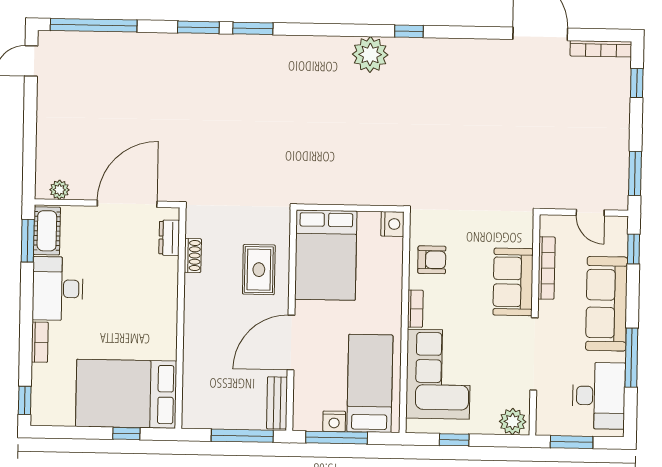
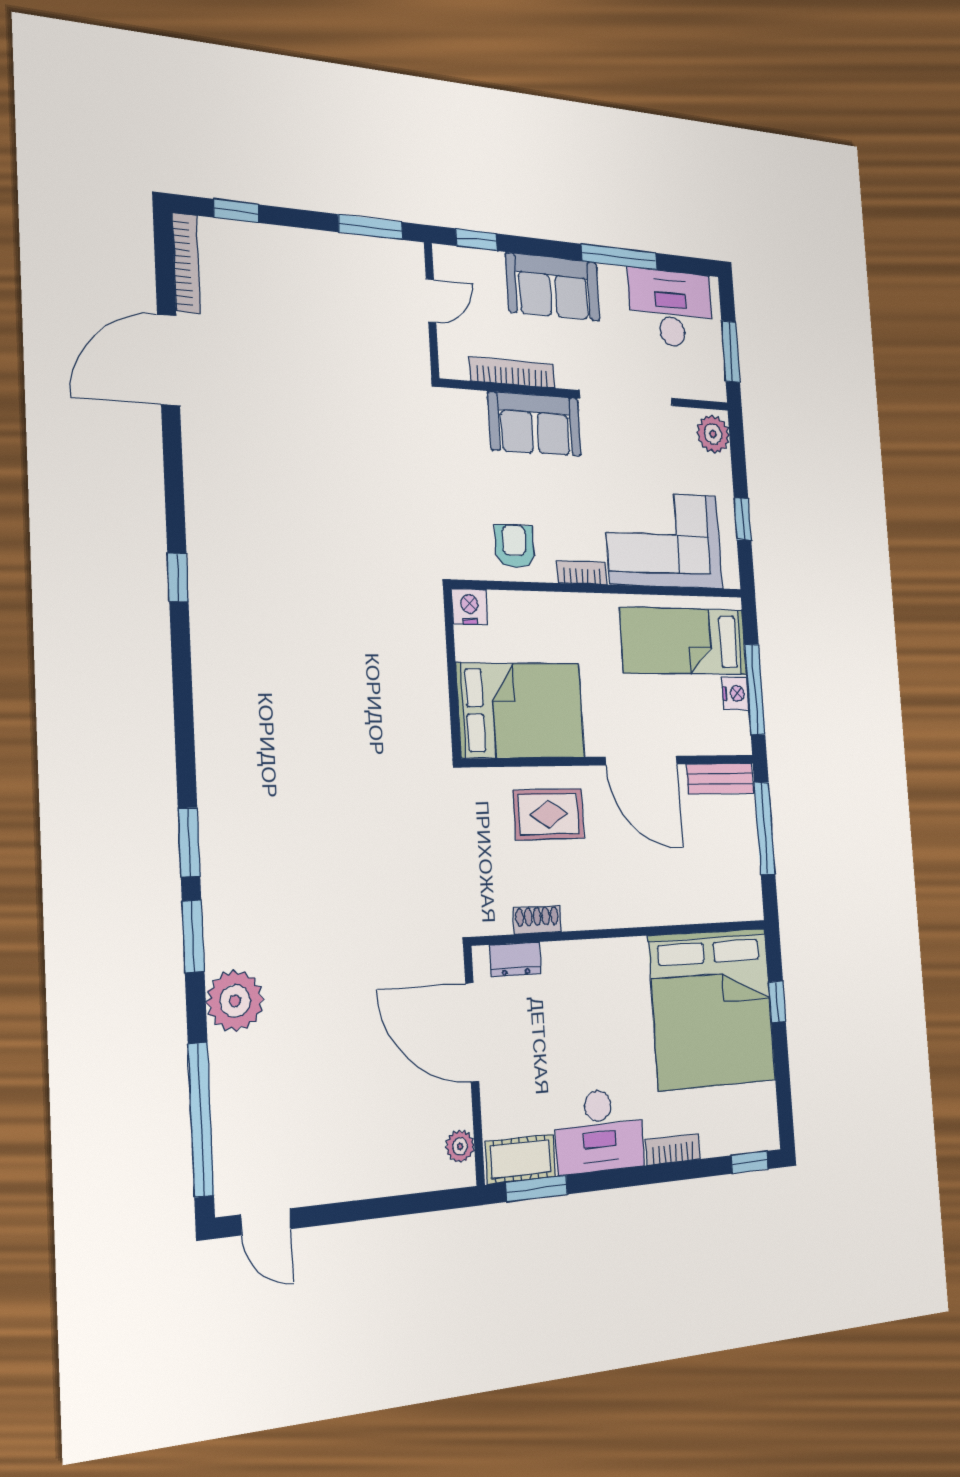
plant: (370, 55) -> (235, 1001), moved
sofa: (607, 304) -> (553, 287), width x0.73
bed: (126, 394) -> (712, 1009), width x1.36

